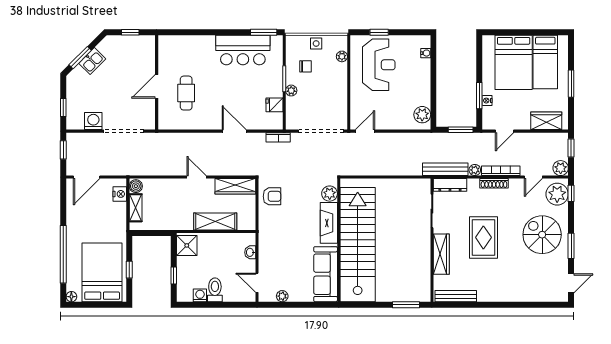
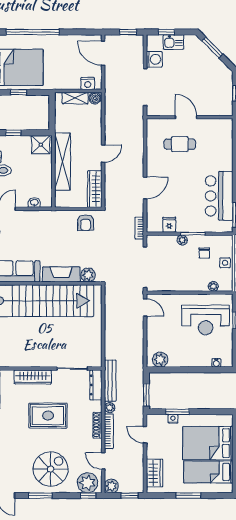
kitchen sink: (92, 61) -> (173, 42), moved, turned -45
shelving: (215, 222) -> (62, 162), width x1.47

